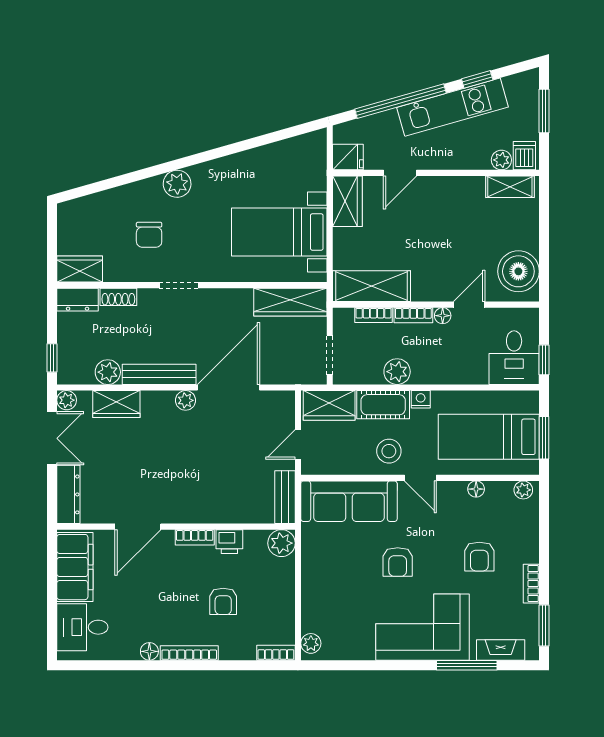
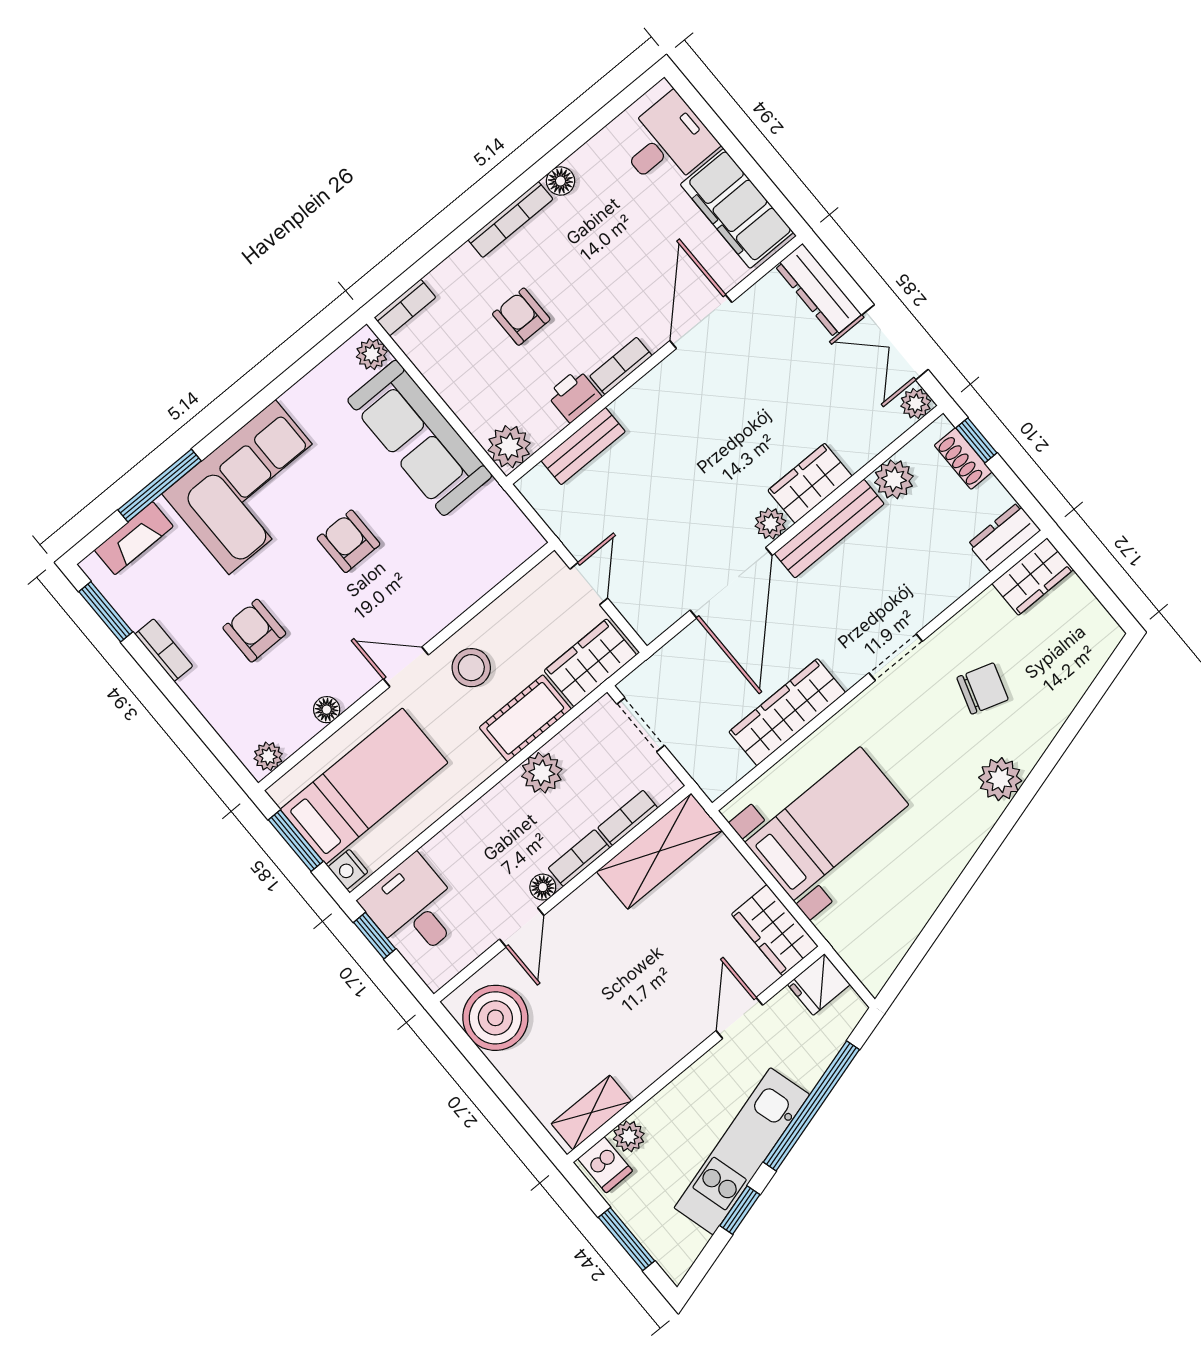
chair: (149, 235) -> (983, 689), turned 108
shoe rack: (118, 297) -> (963, 459), moved, turned -90
wardrobe: (290, 302) -> (787, 712), moved
nightstand: (421, 399) -> (348, 869), moved, turned 90
wardrobe: (116, 404) -> (810, 483), moved
bench: (285, 497) -> (583, 446), moved, turned 90
sofa: (349, 501) -> (420, 438), moved, turned -90

